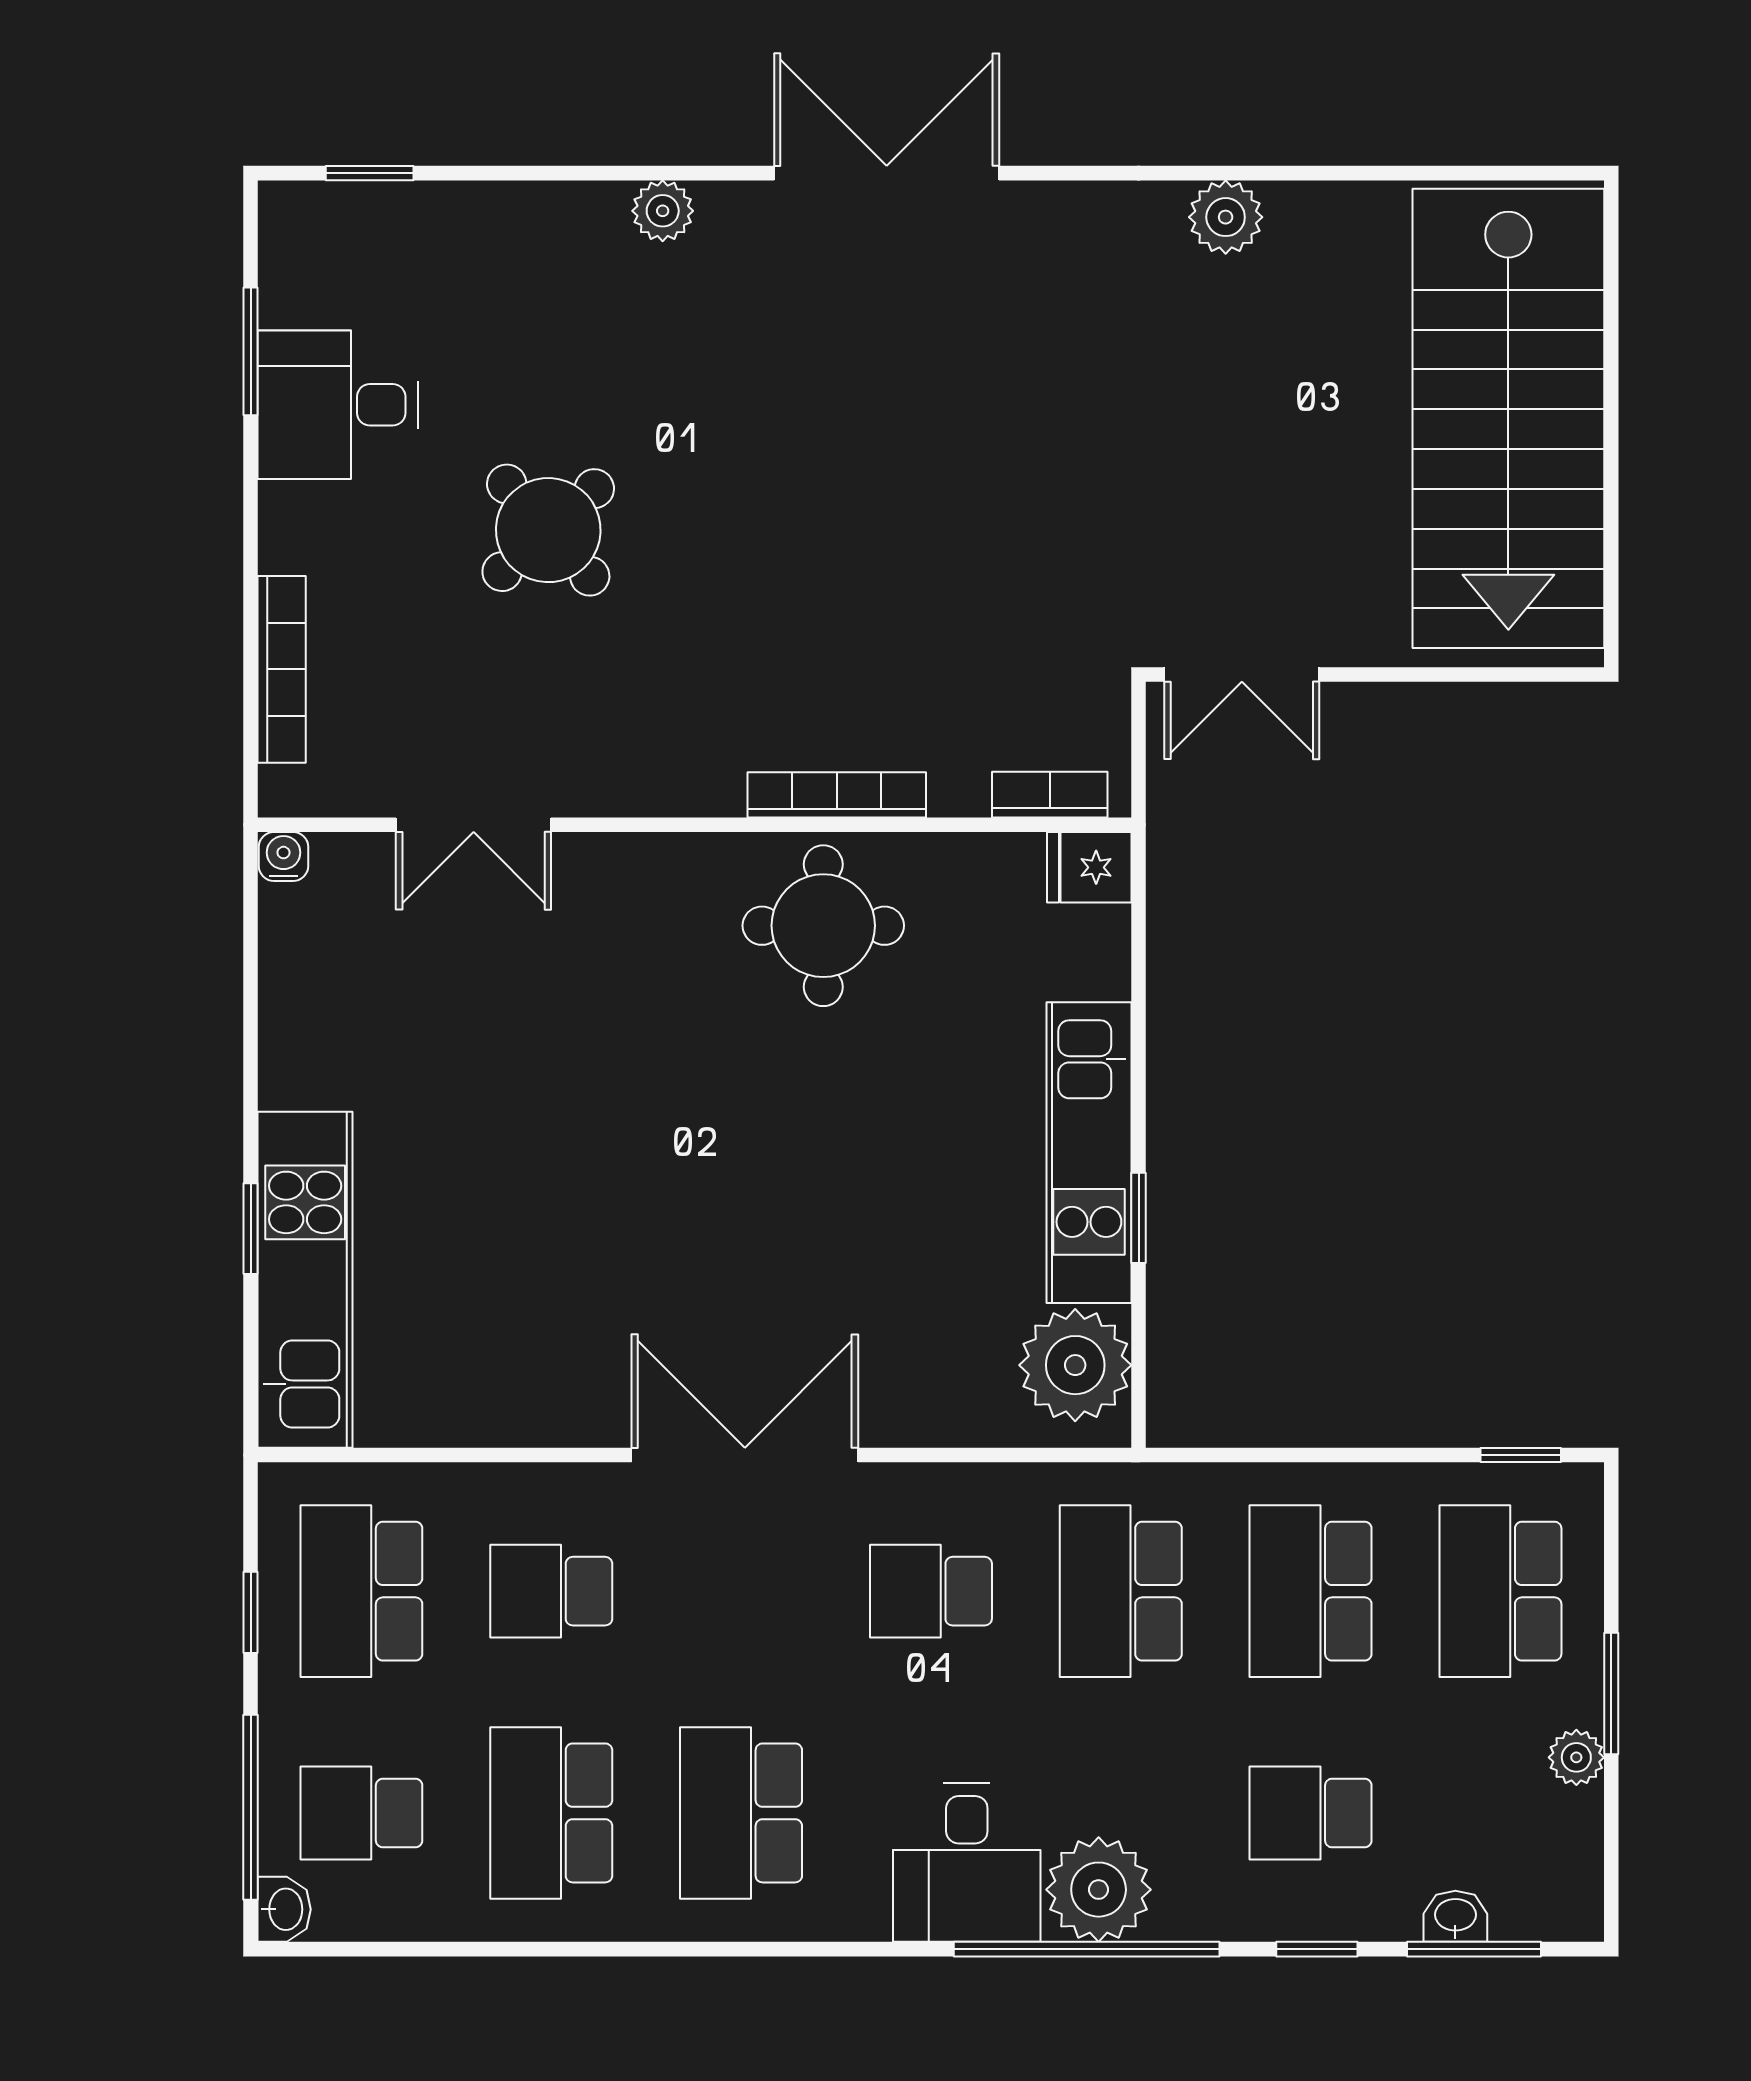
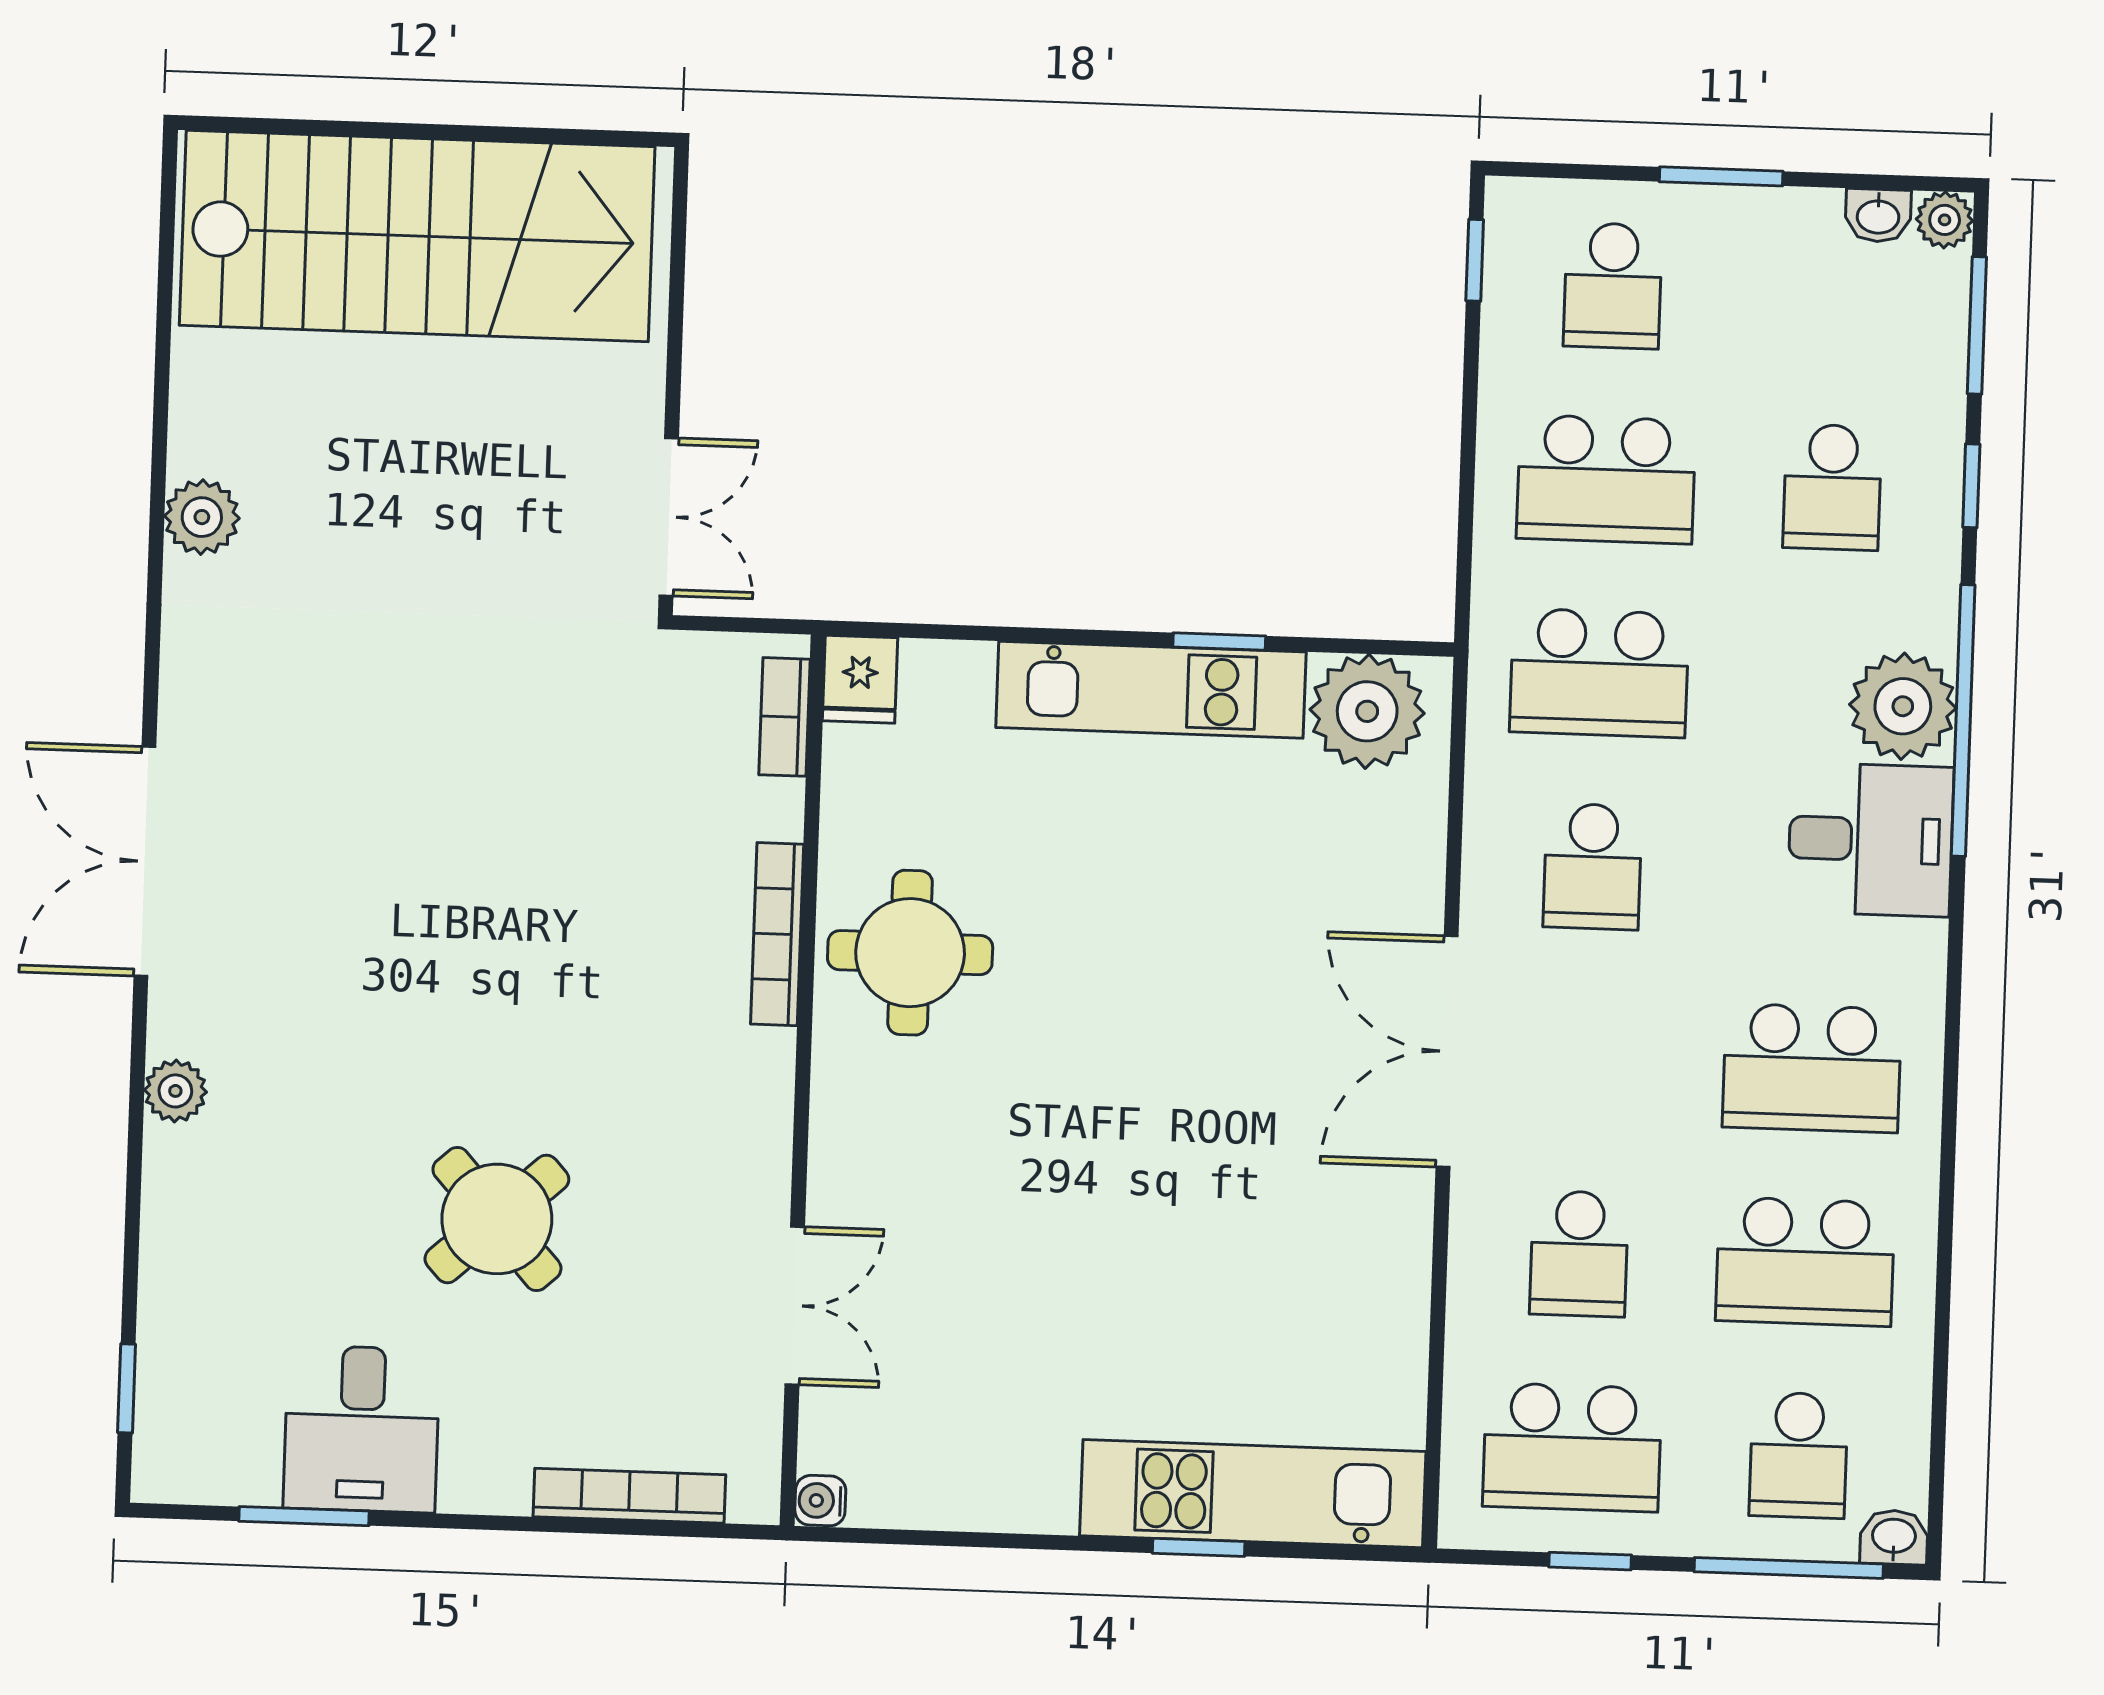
school desk: (1500, 1591) -> (1613, 286), width x0.54
plant: (1576, 1757) -> (1945, 220), moved
washbasin: (1455, 1916) -> (1878, 215), moved, turned -90

